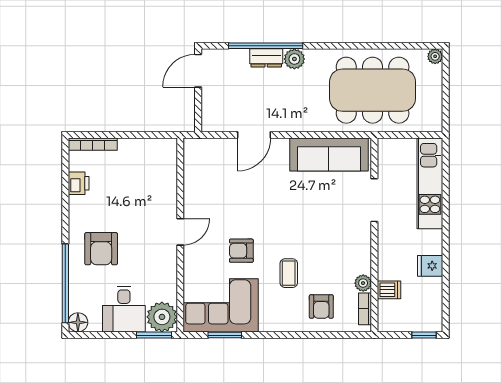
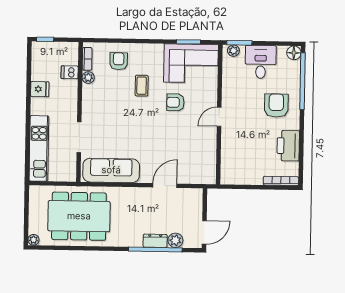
plant: (294, 59) -> (175, 240), moved
printer: (79, 183) -> (288, 146), width x1.87, depth x1.48
armchair: (241, 251) -> (175, 102), turned 180
plant: (162, 317) -> (233, 51), width x0.53, depth x0.53

